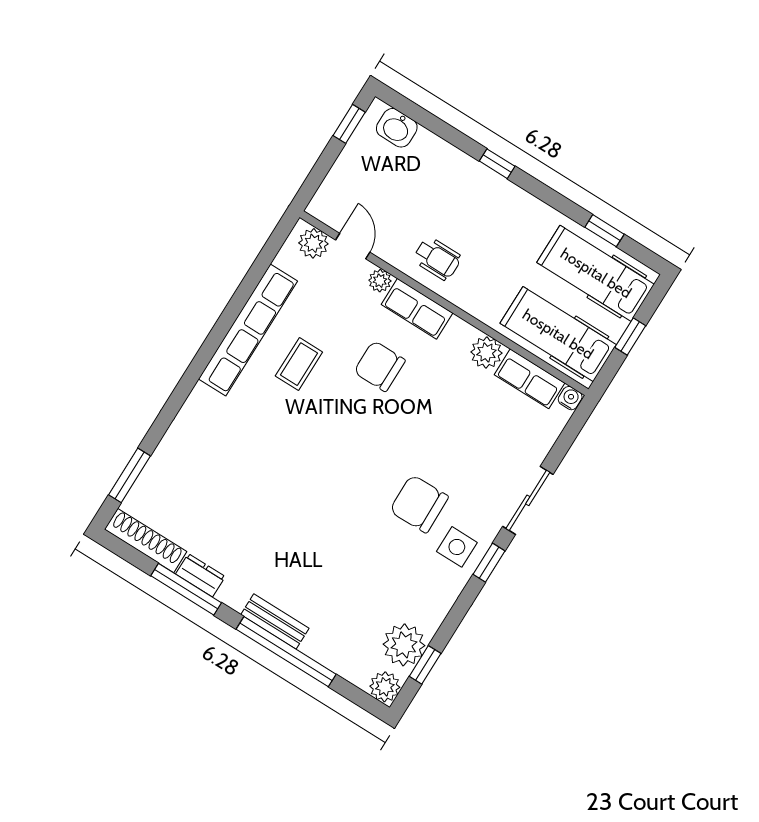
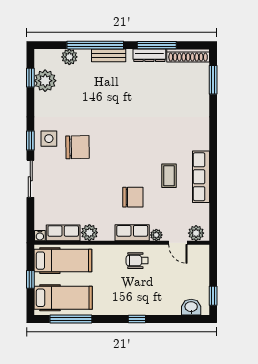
window: (604, 231) -> (71, 319), width x2.17
row of seats: (248, 330) -> (201, 177), width x0.73
dresser: (200, 575) -> (149, 55), width x1.44
plant: (385, 687) -> (69, 57), moved

